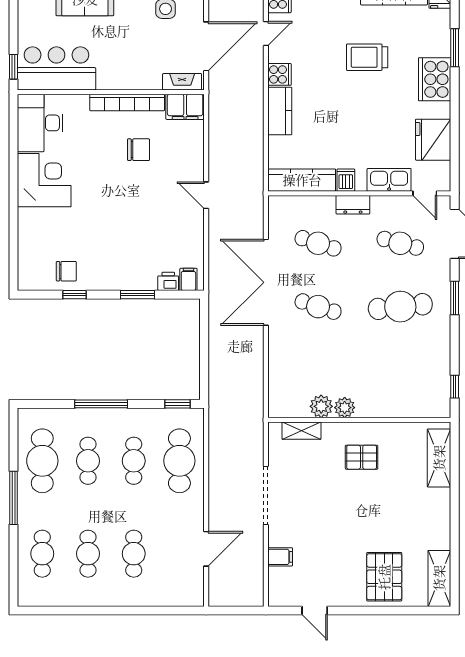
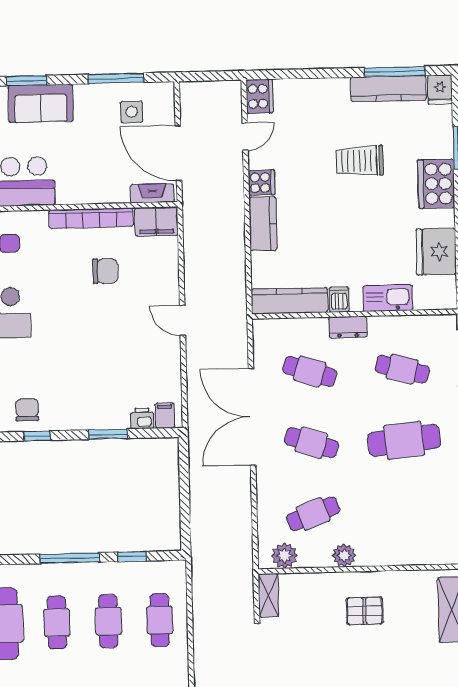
door: (206, 46) -> (178, 153), swing flipped
door: (425, 193) -> (429, 312), removed
chair: (66, 271) -> (27, 410), turned -90
cafe table: (318, 370) -> (313, 514), added
window: (178, 404) -> (132, 557), moved
plant: (321, 406) -> (284, 556), moved
shelving: (301, 431) -> (268, 595), moved, turned 90
cafe table: (179, 461) -> (160, 620), width x0.73, depth x0.74

